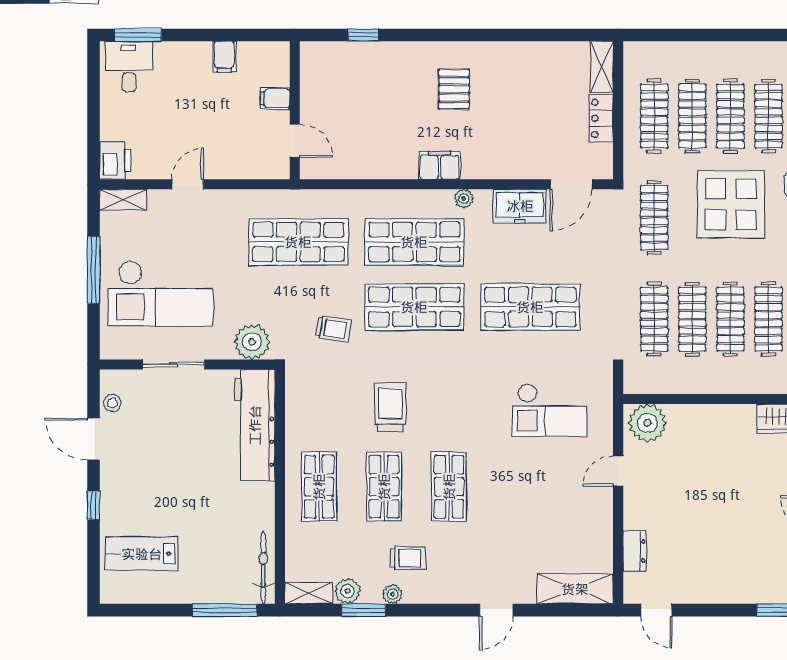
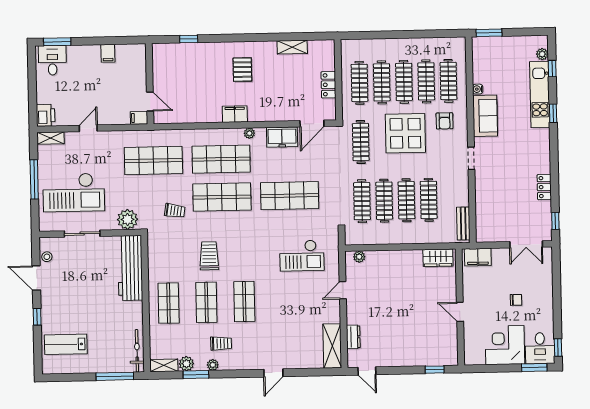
shelving: (602, 67) -> (292, 47), moved, turned 90
filing cabinet: (275, 98) -> (139, 118), moved
plant: (647, 423) -> (359, 257), width x0.53, depth x0.53
shelving: (575, 589) -> (332, 346), moved, turned 90

